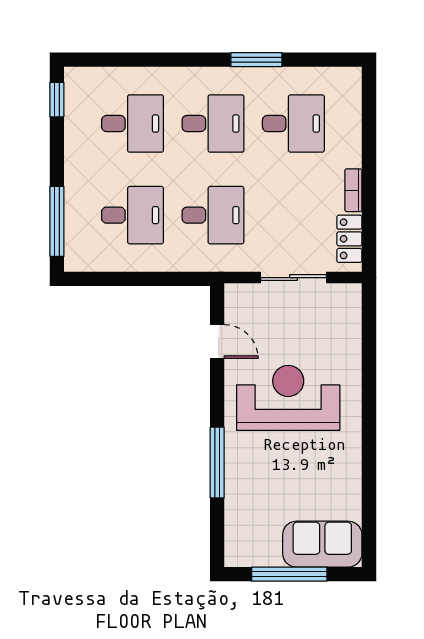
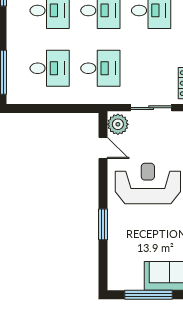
plant: (241, 304) -> (118, 124), added
window: (217, 463) -> (103, 224), width x0.69

